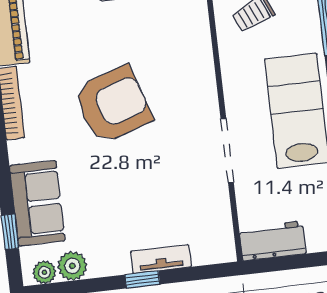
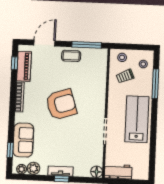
floor lamp: (222, 250) -> (97, 172), added
tv unit: (161, 259) -> (61, 171), moved

